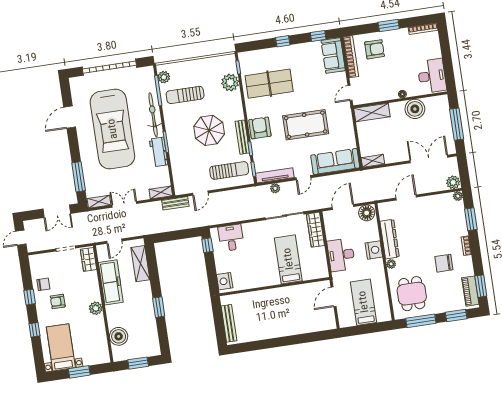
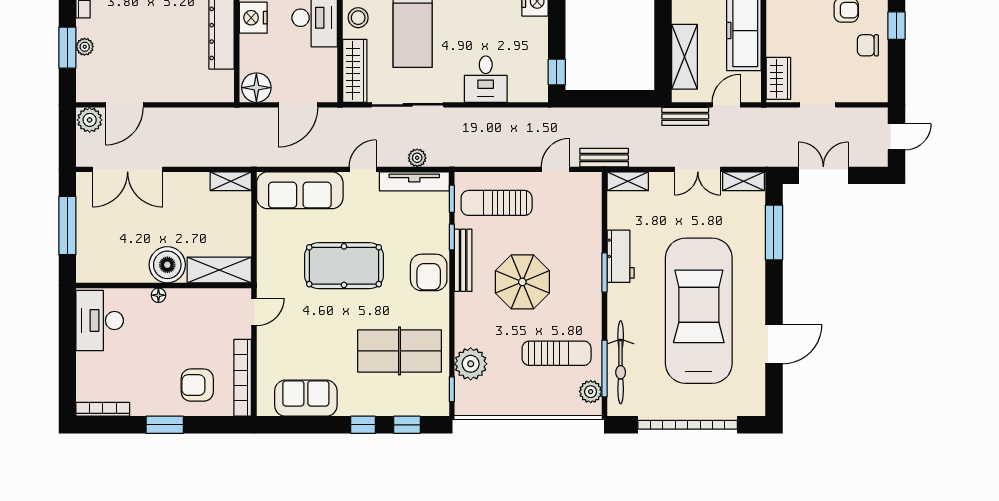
window: (318, 36) -> (407, 425), moved
sofa: (333, 55) -> (306, 398), moved, turned -90
boiler: (415, 109) -> (167, 265), moved
bicycle: (153, 115) -> (621, 362), moved
plant: (458, 196) -> (85, 47), moved
door: (406, 198) -> (124, 105), moved
bench: (135, 232) -> (685, 116), added
desk: (231, 238) -> (486, 79), moved
stool: (318, 258) -> (358, 18), added

